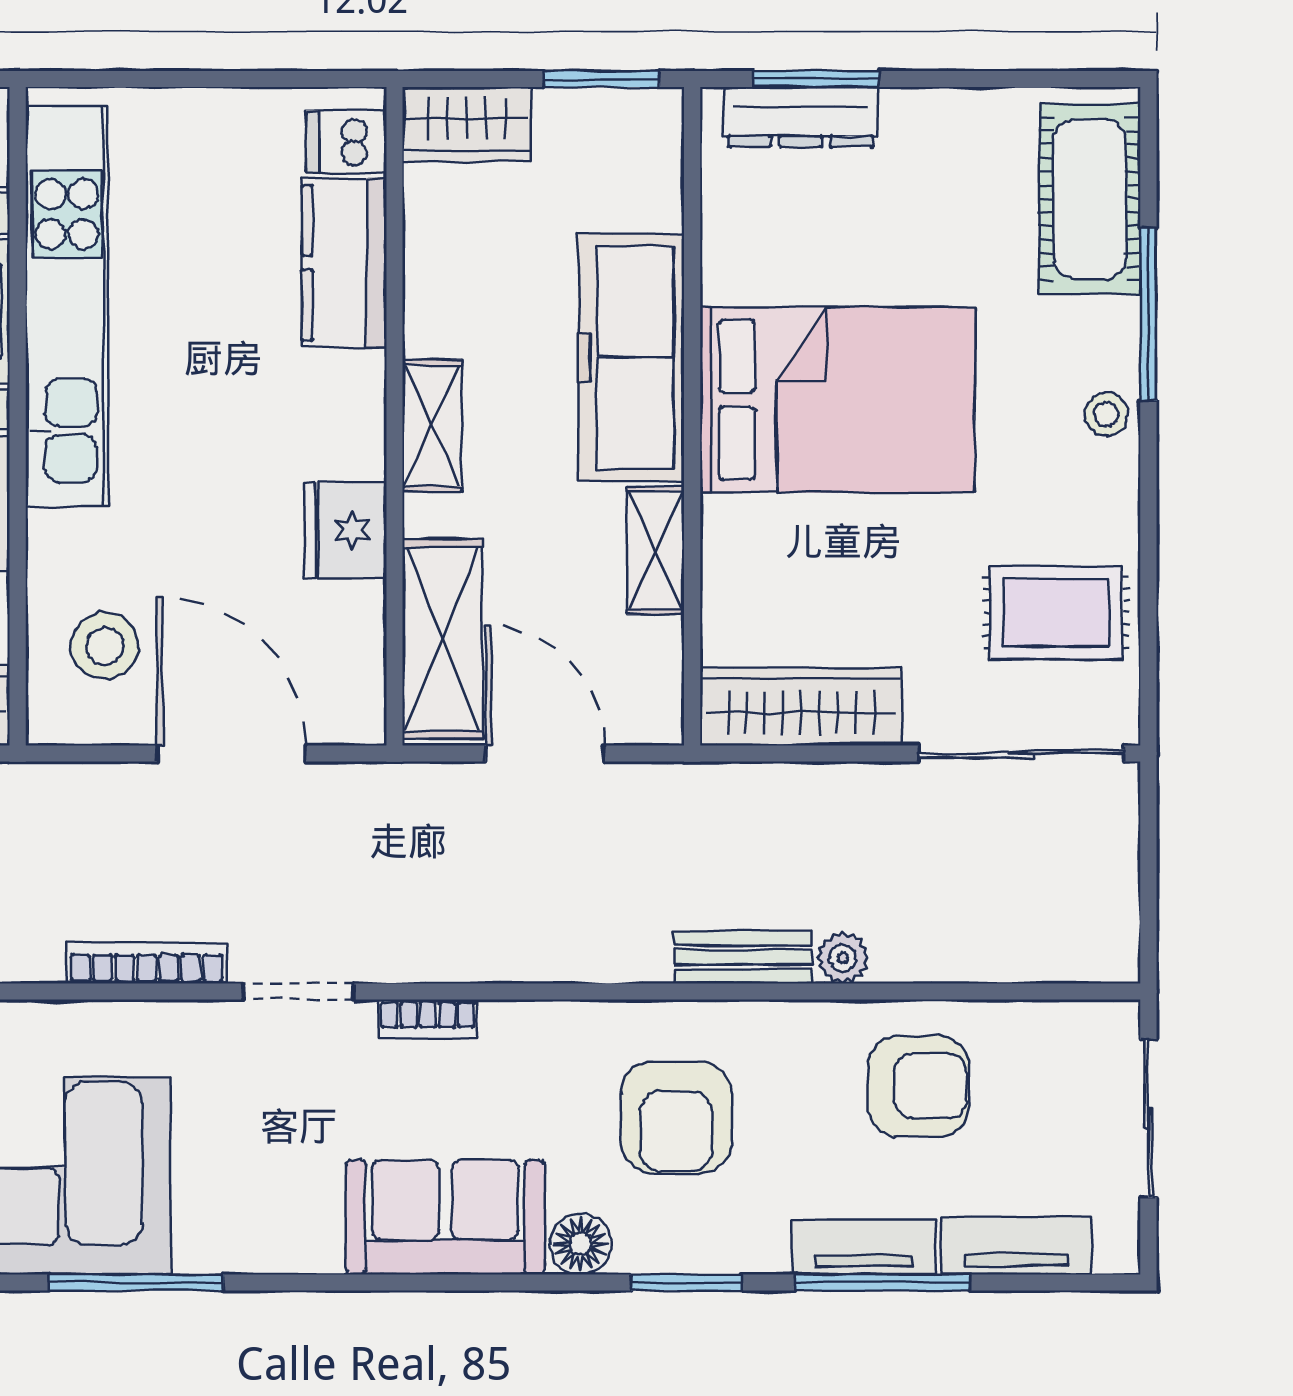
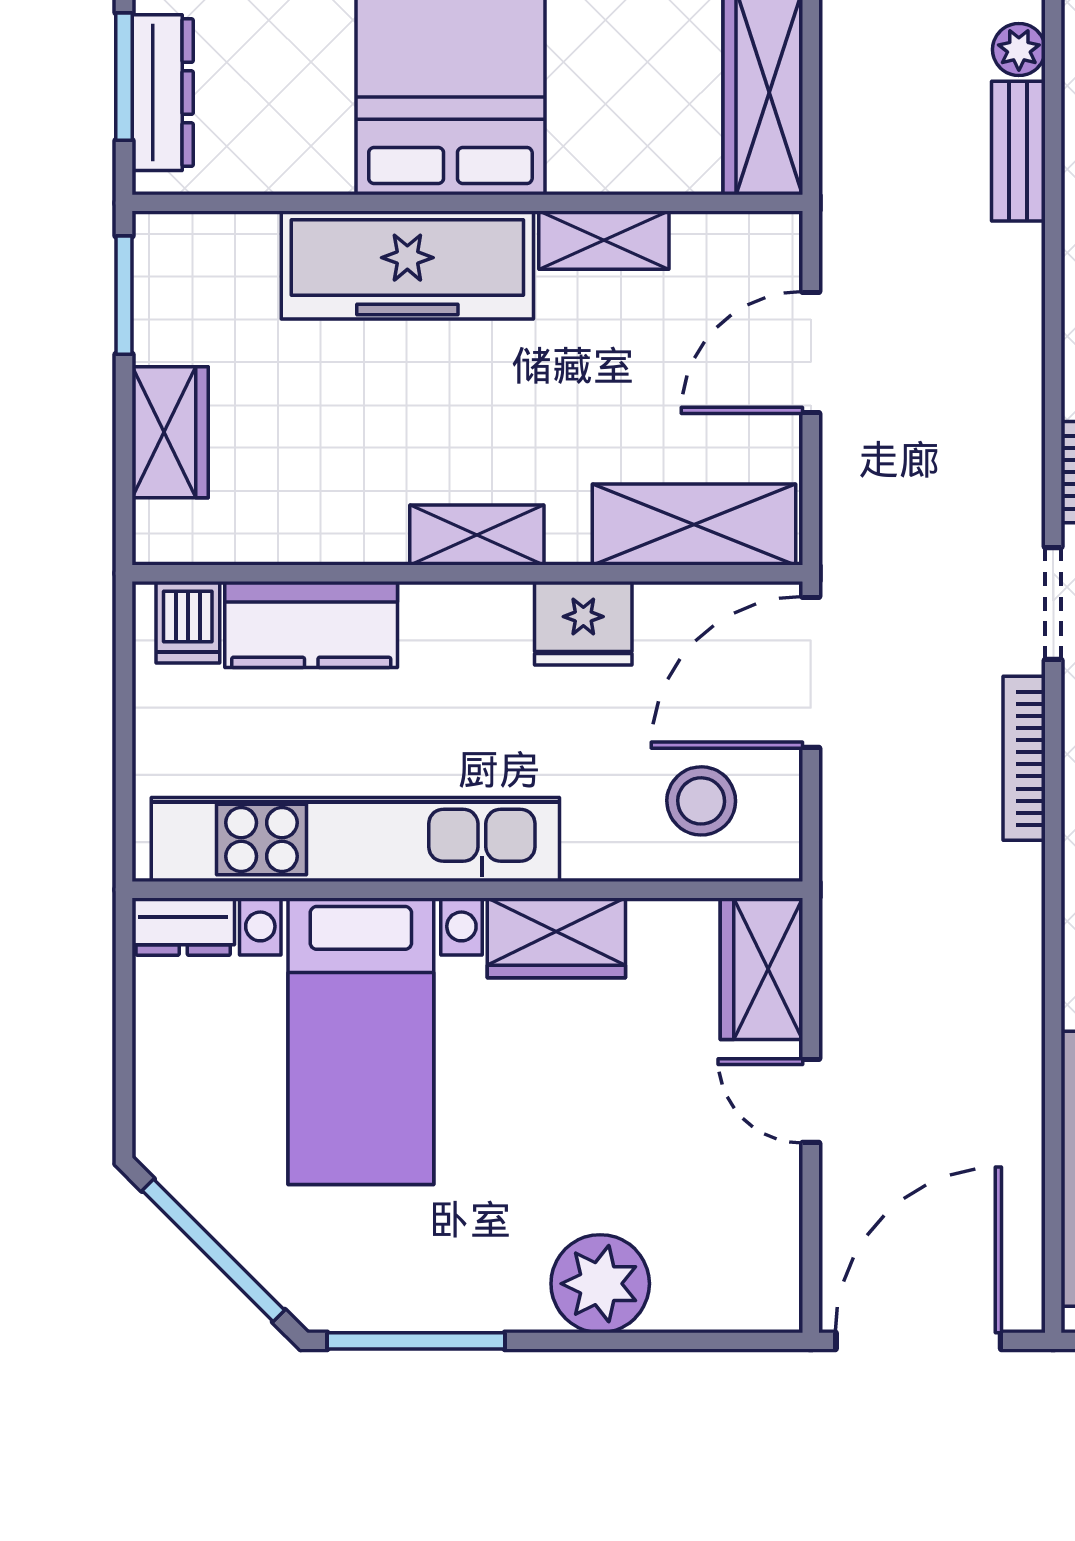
dishwasher: (346, 142) -> (188, 622), moved
kitchen counter: (344, 263) -> (311, 624), moved
wall: (395, 416) -> (467, 573), moved
shelving: (432, 426) -> (477, 535), moved
fridge: (345, 530) -> (583, 623), moved
shelving: (442, 639) -> (694, 525), moved

